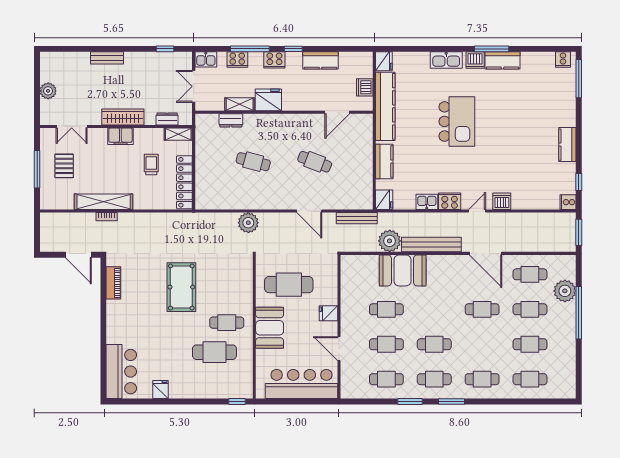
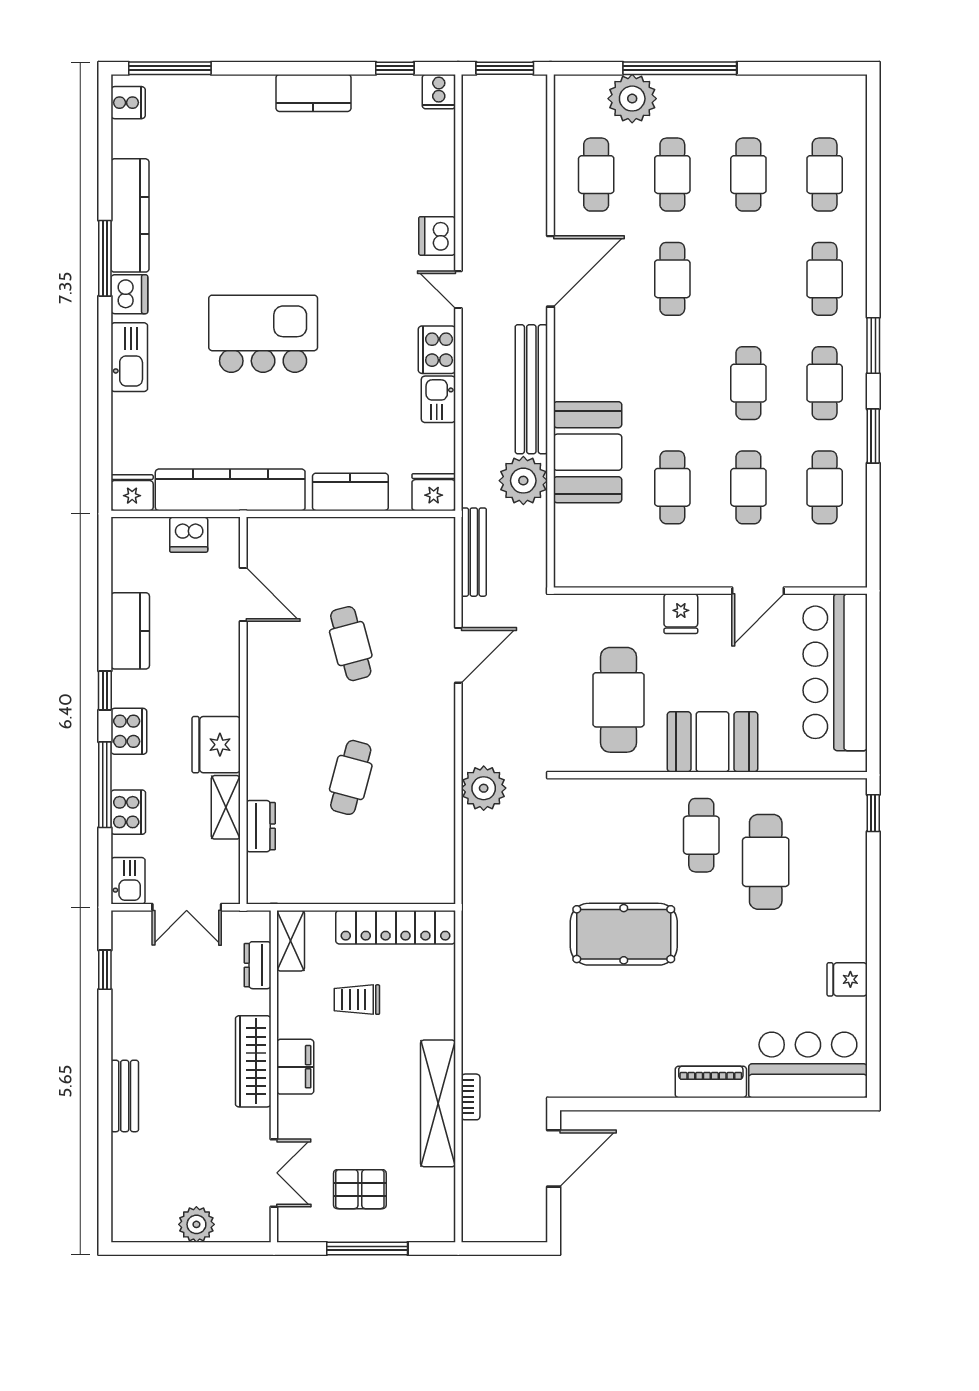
kitchen counter: (503, 60) -> (130, 215), width x1.50
cafe table: (315, 162) -> (351, 644), turned -36
piano: (113, 283) -> (711, 1082), moved

